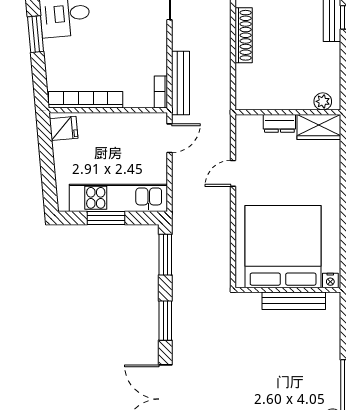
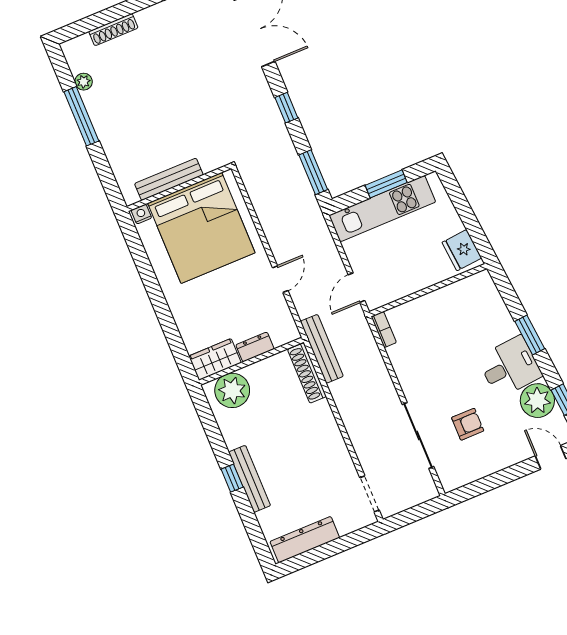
shoe rack: (244, 35) -> (307, 373), moved
bench: (181, 83) -> (322, 349), moved
bookcase: (86, 100) -> (454, 291), removed
plant: (323, 101) -> (232, 390), width x1.88, depth x1.88
fridge: (64, 128) -> (462, 250), width x1.38
window: (165, 321) -> (286, 108), width x0.67

